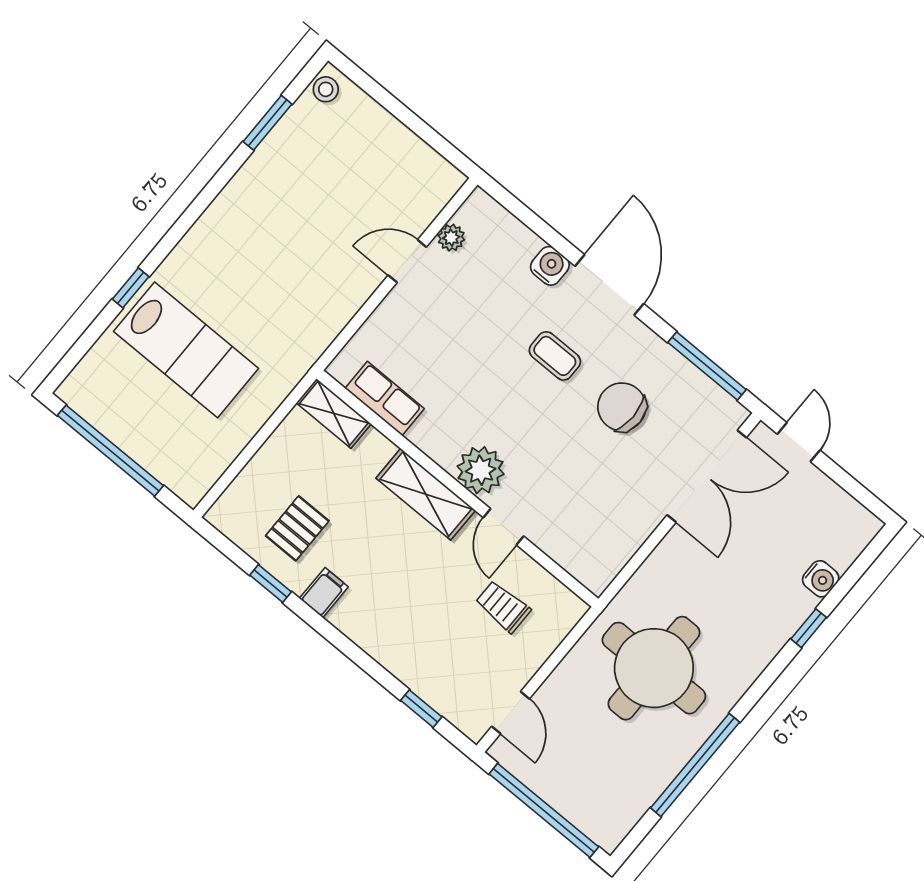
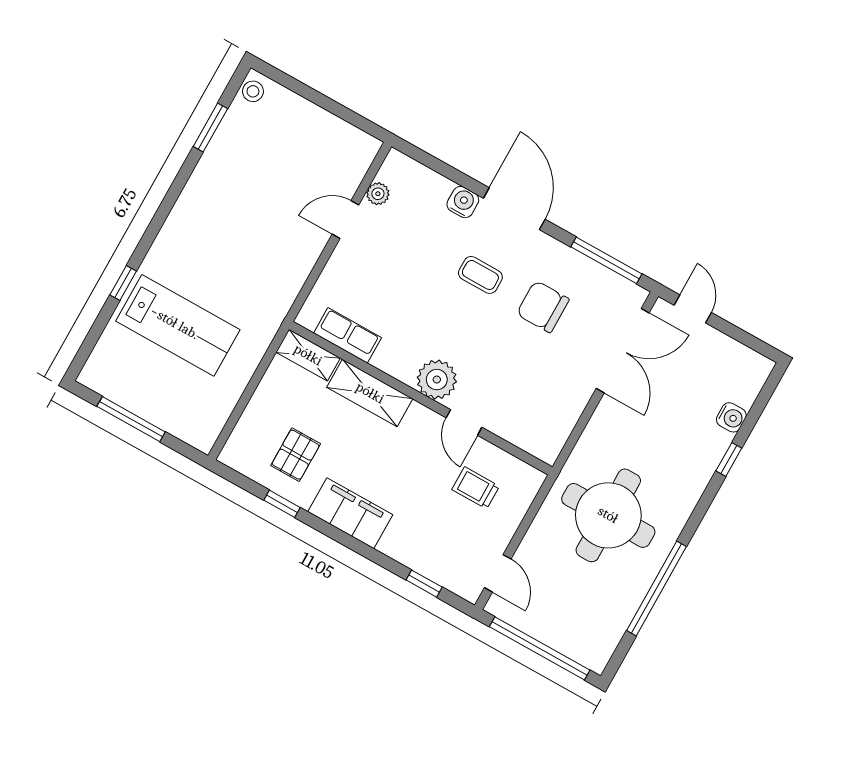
window: (110, 451) -> (131, 419), width x0.68
shelving: (426, 494) -> (370, 393), moved
filing cabinet: (324, 593) -> (350, 513), width x3.00, depth x1.17

